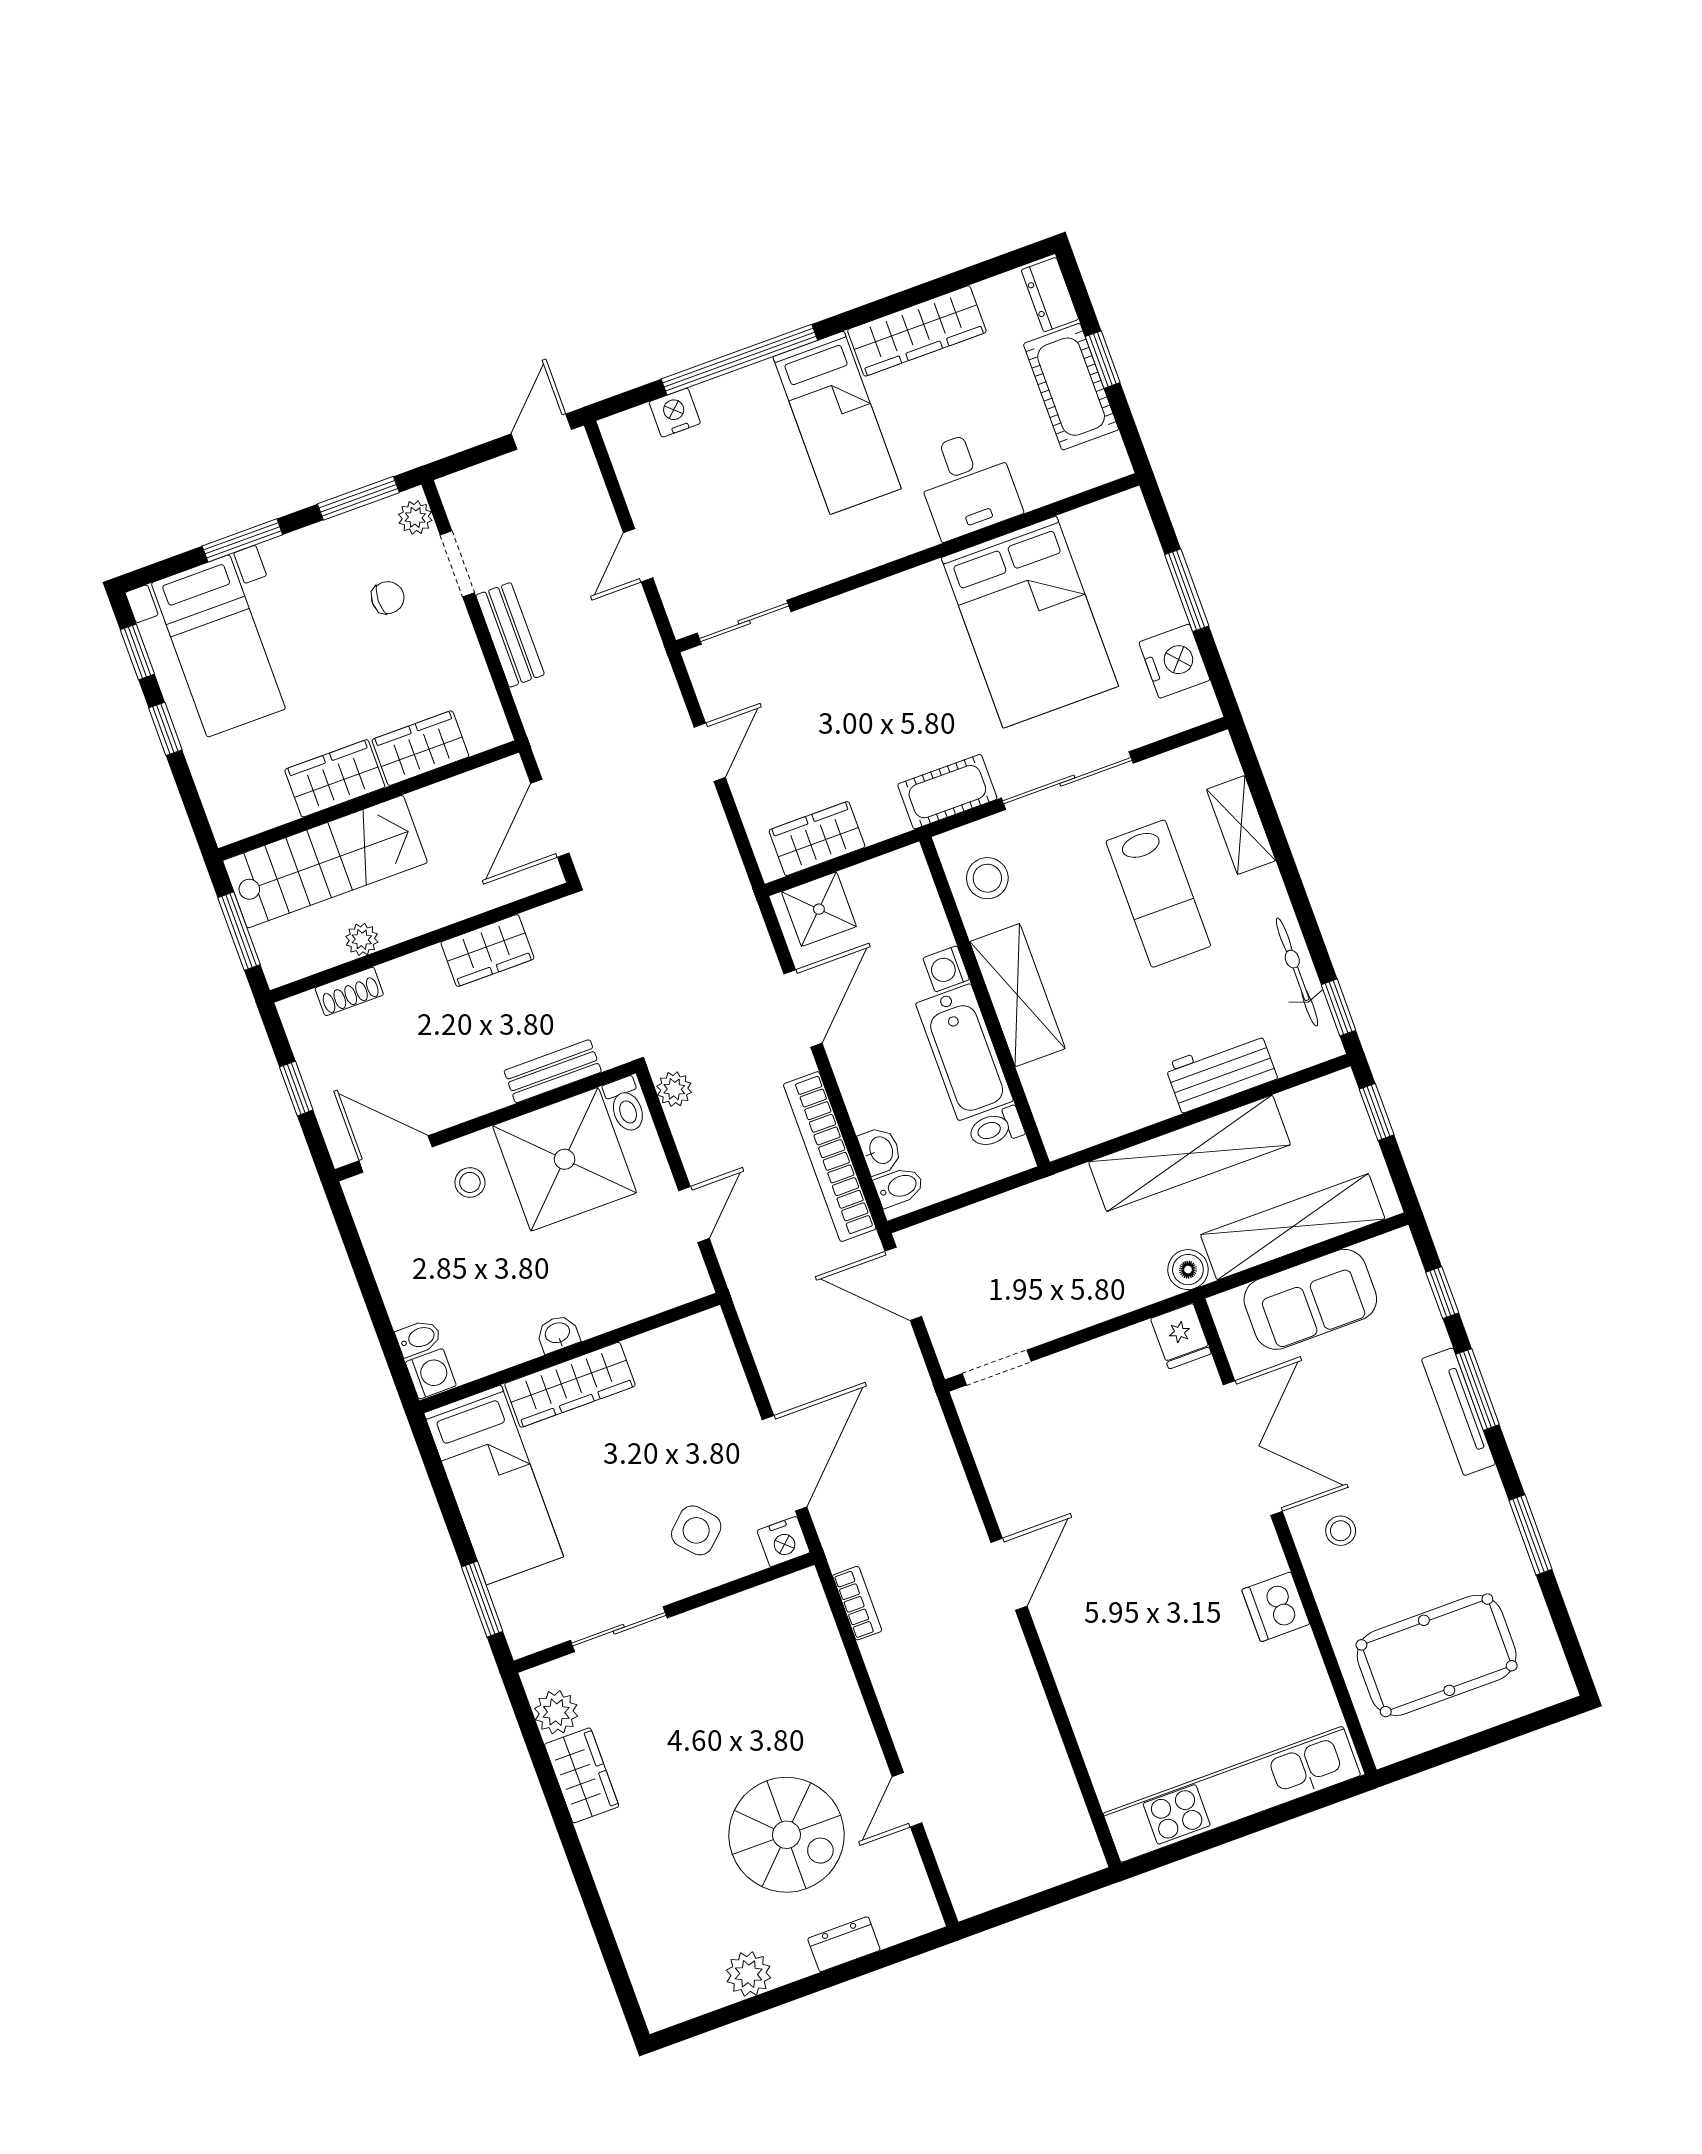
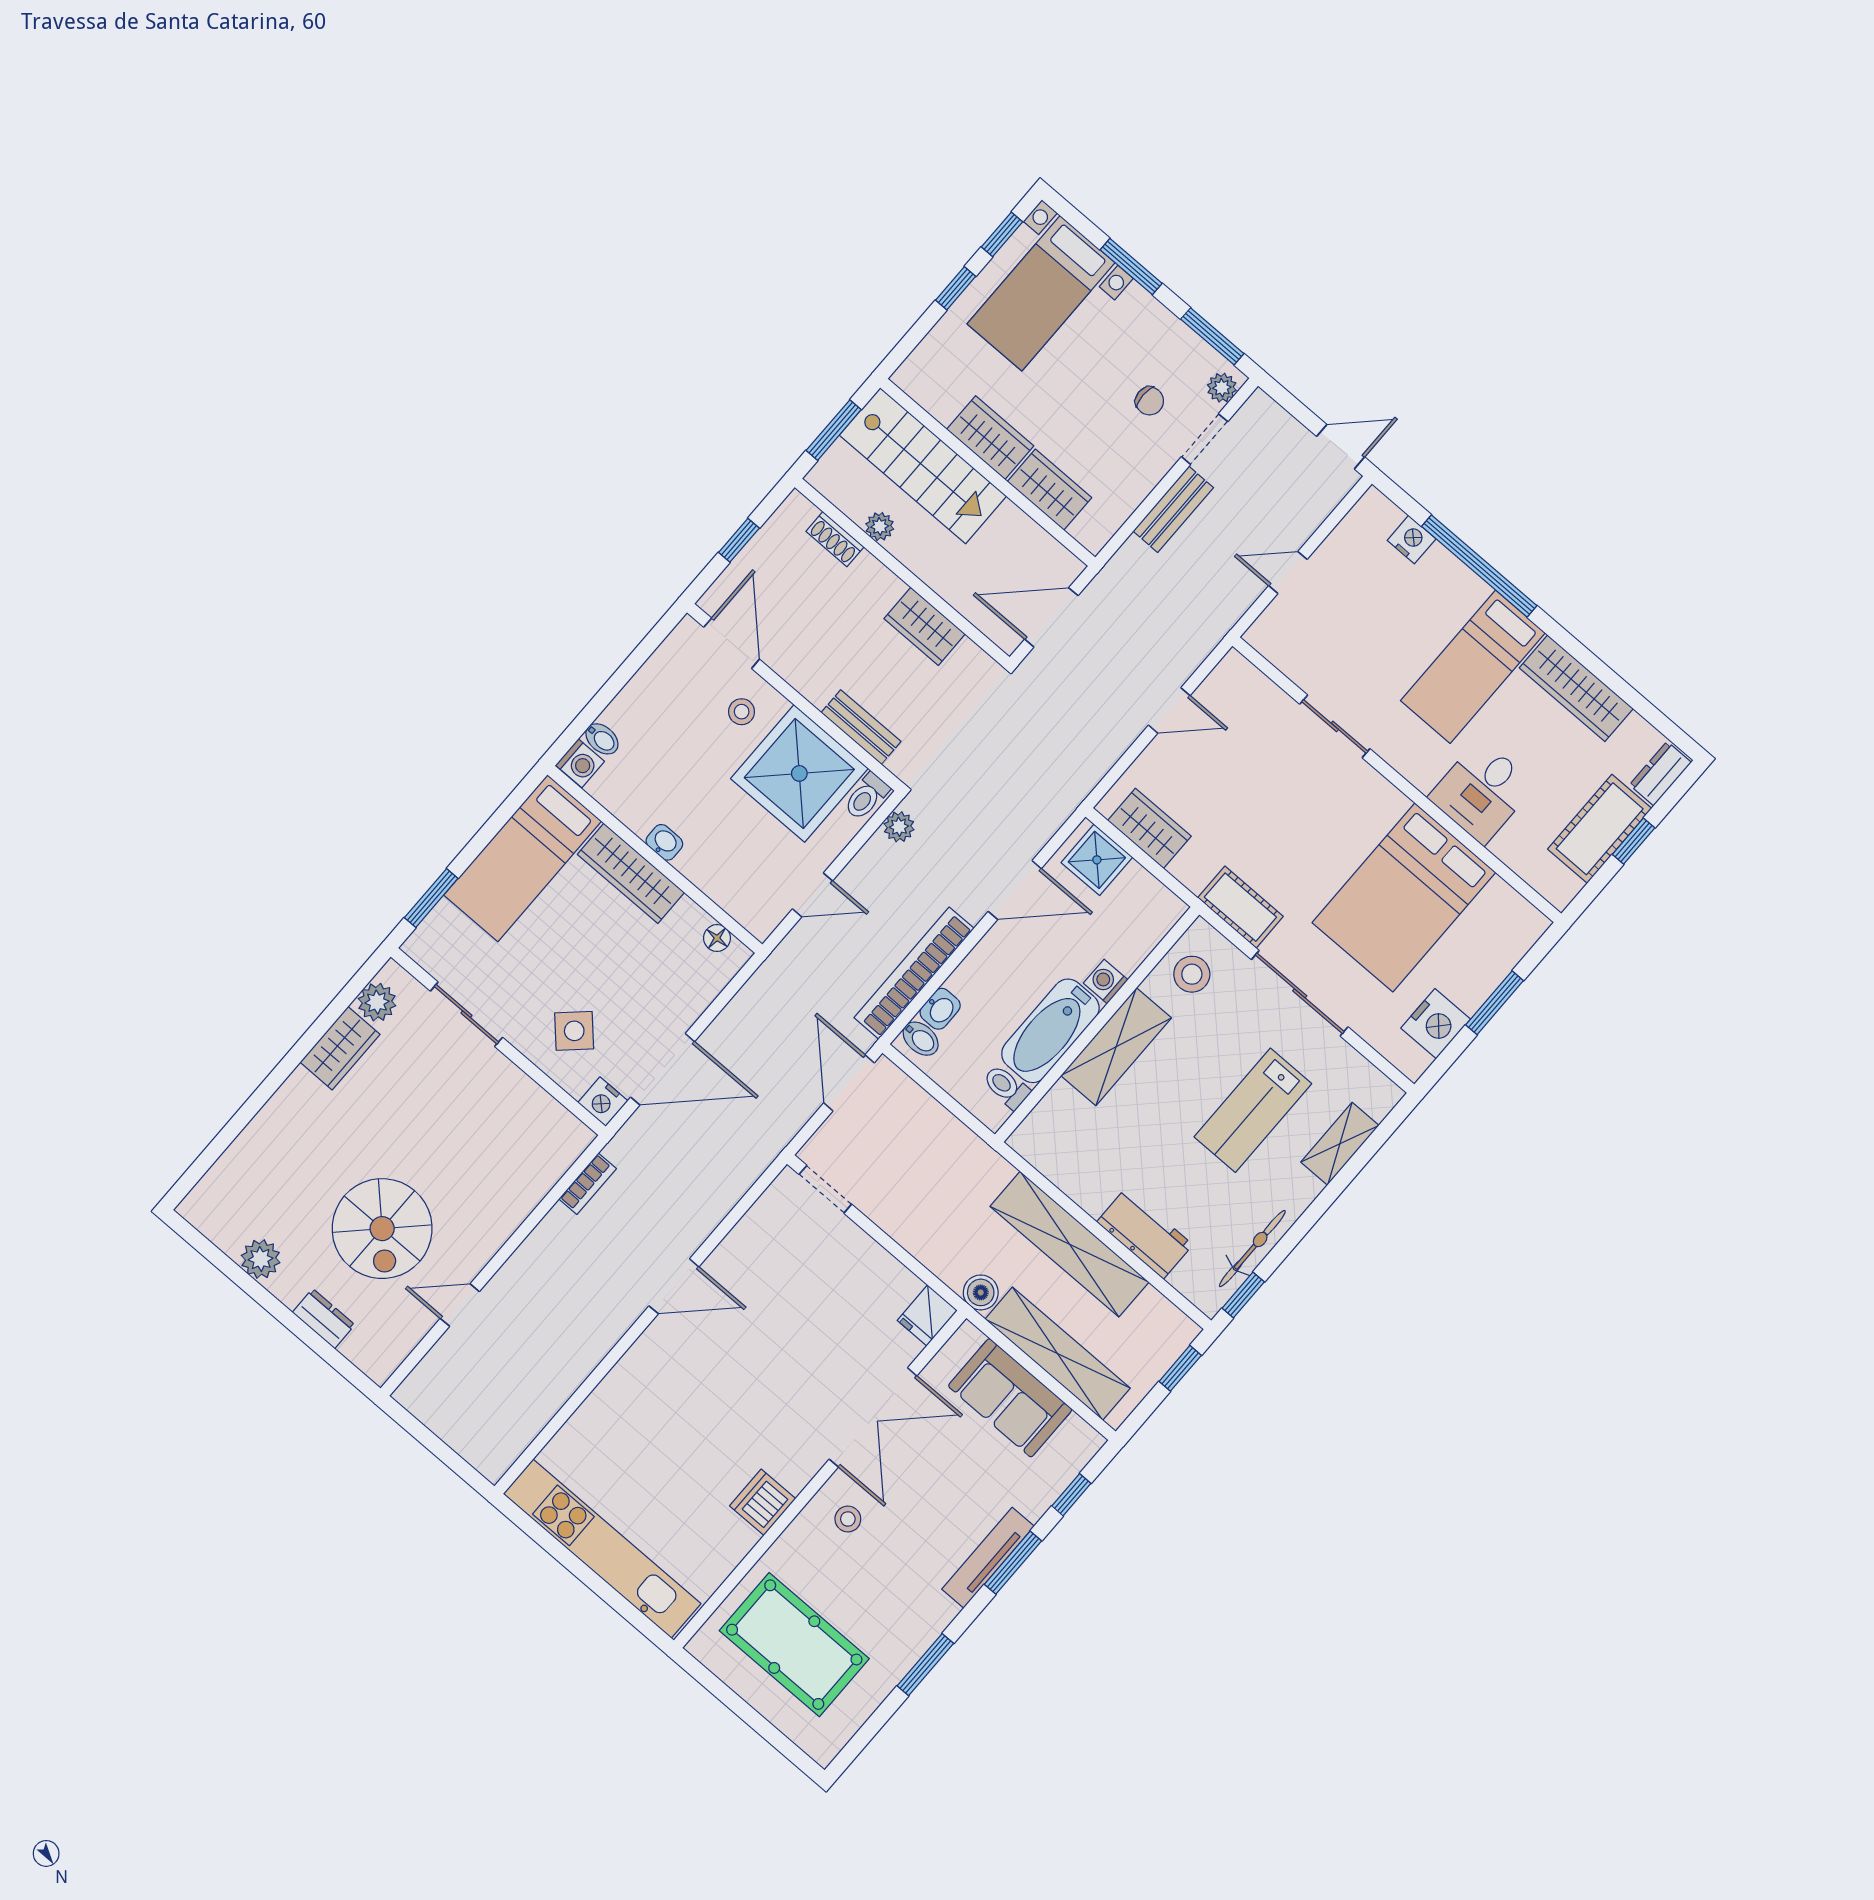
sliding door: (744, 622) -> (1335, 726), moved
floor lamp: (683, 1335) -> (717, 938), added

